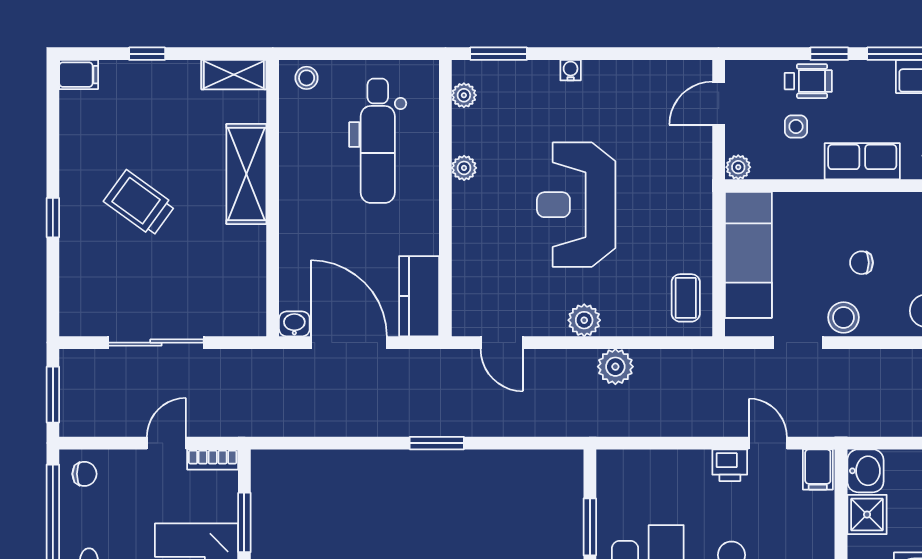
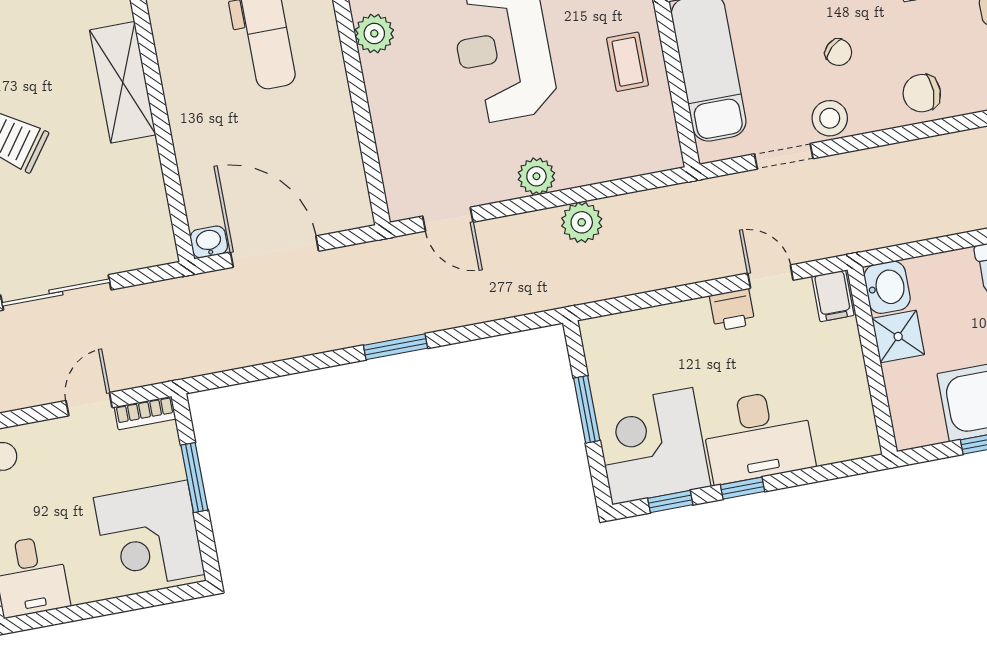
plant: (464, 168) -> (374, 33), width x1.38, depth x1.38
chair: (861, 263) -> (838, 52), turned -133
kitchen counter: (419, 296) -> (344, 184), removed
coffee table: (686, 298) -> (628, 62), moved

